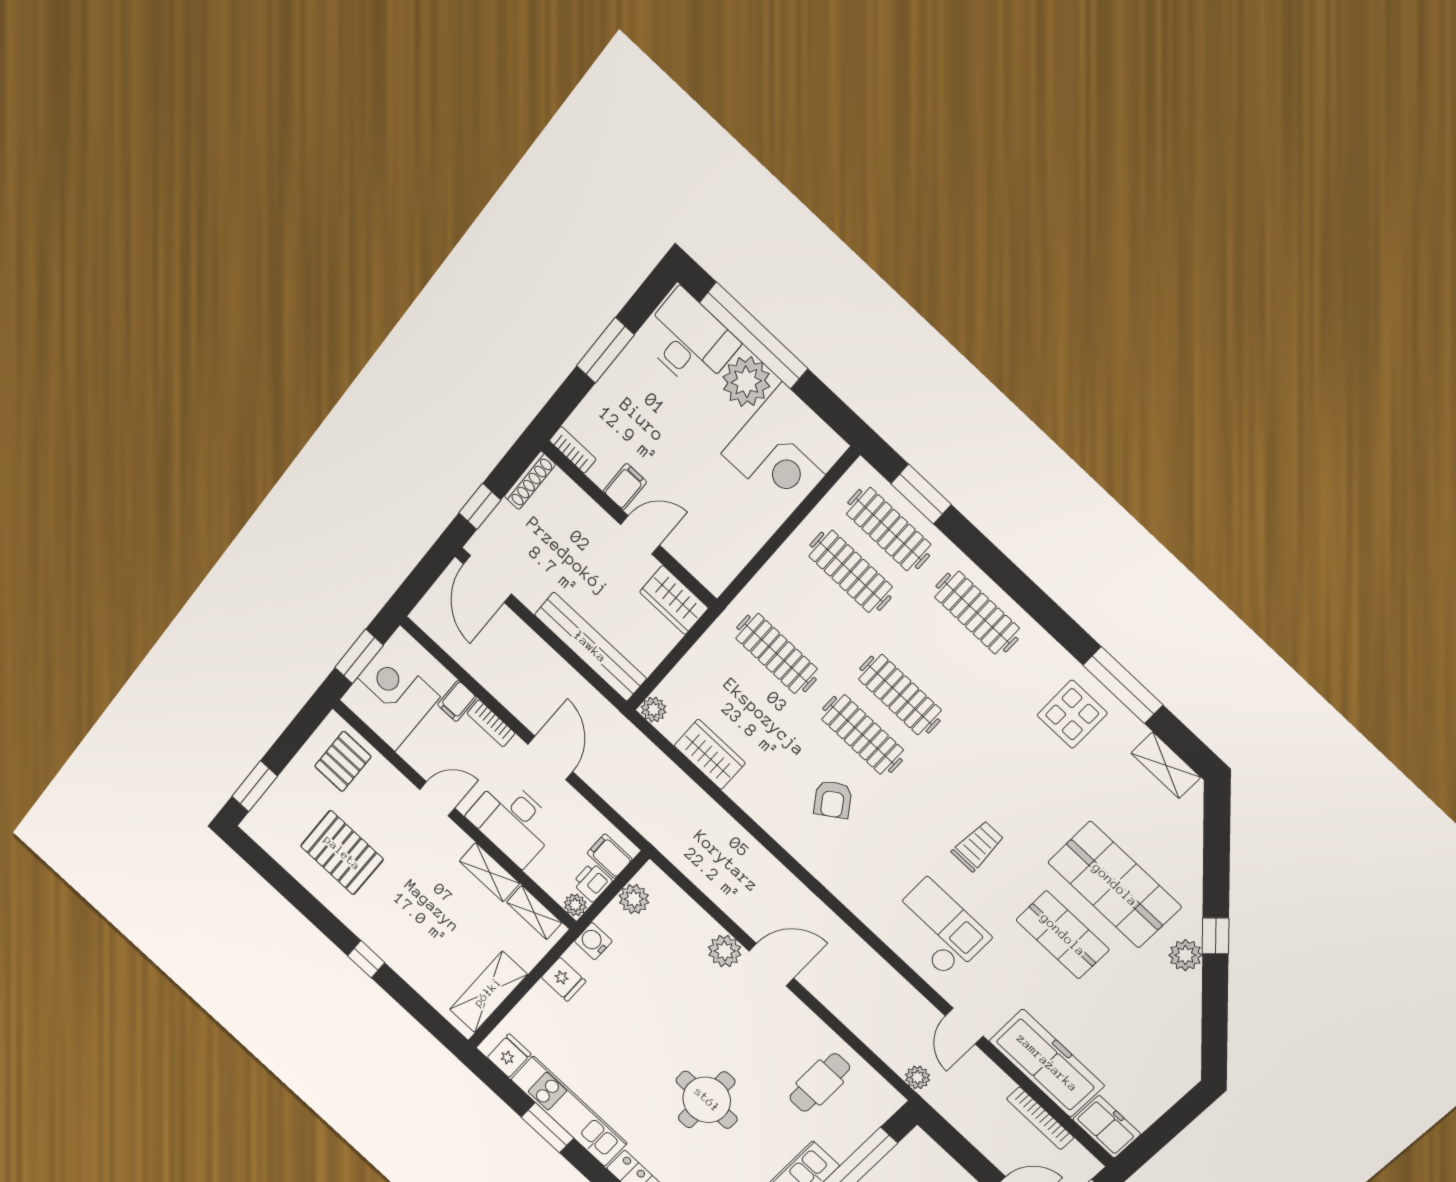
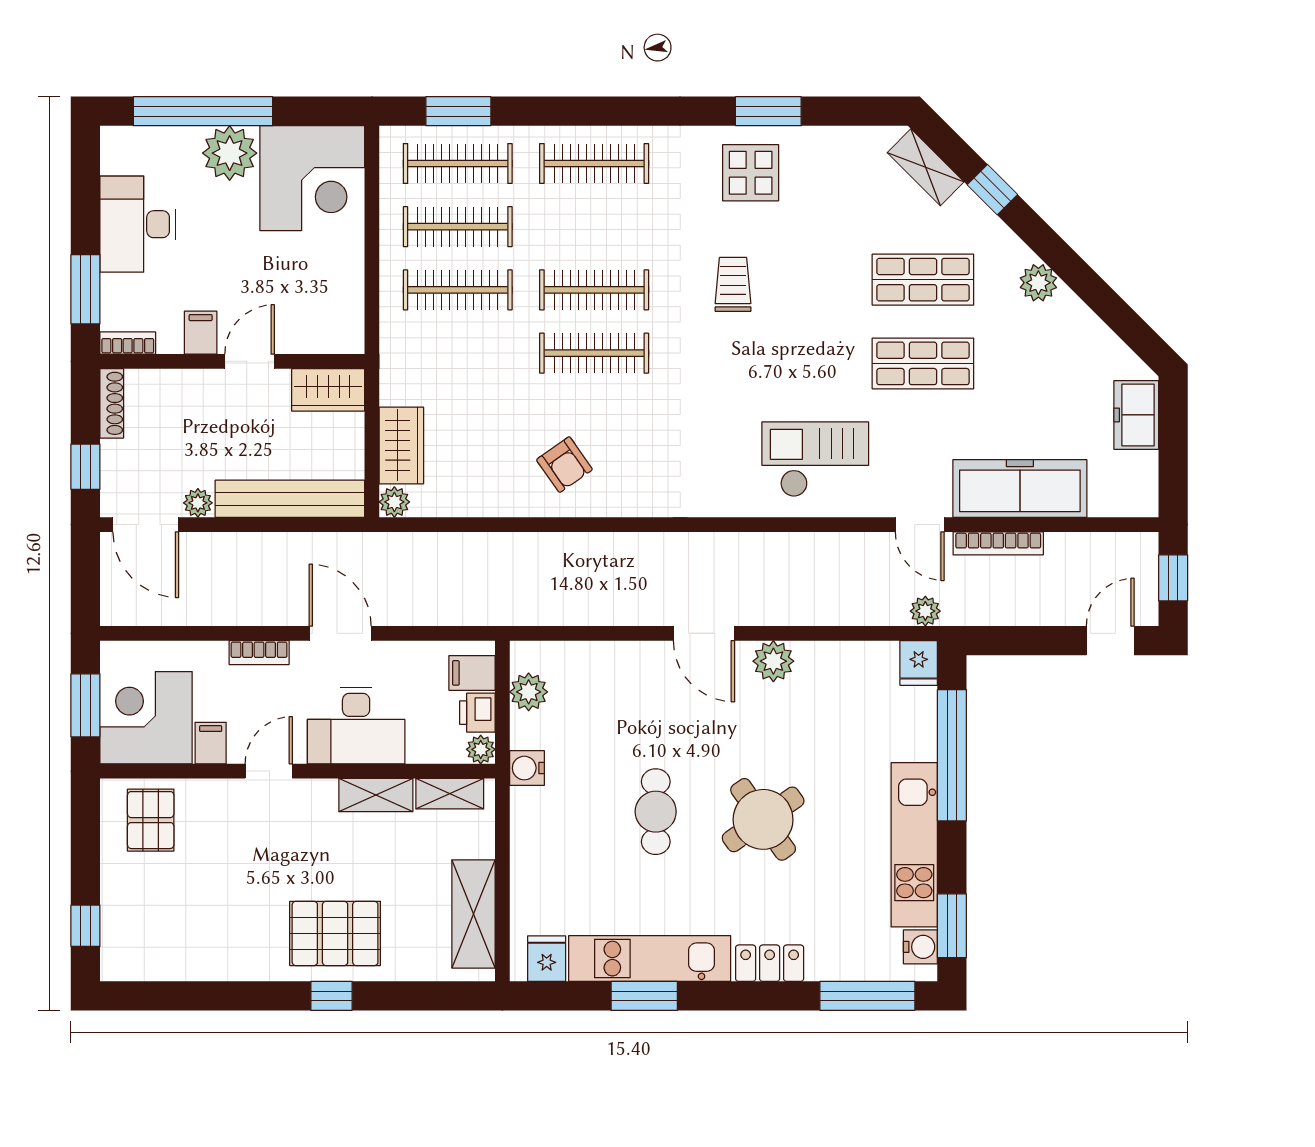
desk: (689, 341) -> (138, 224), moved, turned -90
window: (605, 350) -> (85, 289), moved
plant: (531, 596) -> (198, 503), added
clothes rail: (776, 654) -> (458, 290), moved
window: (1123, 685) -> (768, 111), width x0.69
filing cabinet: (457, 701) -> (211, 743), moved, turned 180
wardrobe: (710, 754) -> (401, 445), moved, turned 90
shelving: (1166, 765) -> (926, 167), moved, turned 45
window: (255, 786) -> (85, 926), width x0.67
armchair: (833, 799) -> (564, 465), moved
trolley: (978, 846) -> (733, 284), moved
pallet: (342, 853) -> (335, 933), moved
shop shelf: (1115, 885) -> (923, 280), width x0.70, depth x0.74
window: (1216, 936) -> (992, 190), moved
plant: (725, 951) -> (773, 661), moved
door: (771, 965) -> (704, 633), swing flipped
fridge: (564, 979) -> (919, 663), moved, turned 90
cafe table: (820, 1083) -> (656, 812), moved
round table: (707, 1100) -> (763, 819), turned -35
bookcase: (1040, 1118) -> (998, 543), moved
freezer: (1107, 1127) -> (1136, 415), moved, turned -90

